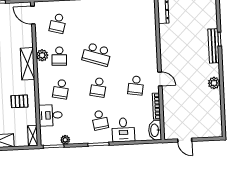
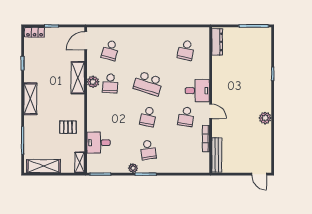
door: (33, 15) -> (86, 41), hinge flipped
bench: (214, 46) -> (217, 155), moved
shelving: (28, 64) -> (78, 78), moved
school desk: (61, 89) -> (186, 50), moved
desk: (123, 130) -> (197, 91), moved, turned -90
washbasin: (155, 130) -> (203, 163), removed
plant: (65, 140) -> (133, 168), moved
door: (185, 140) -> (259, 174), moved

